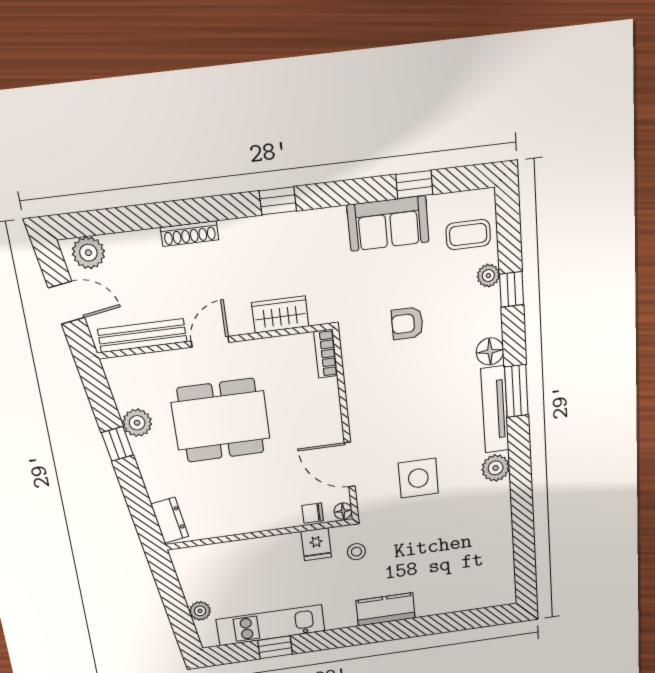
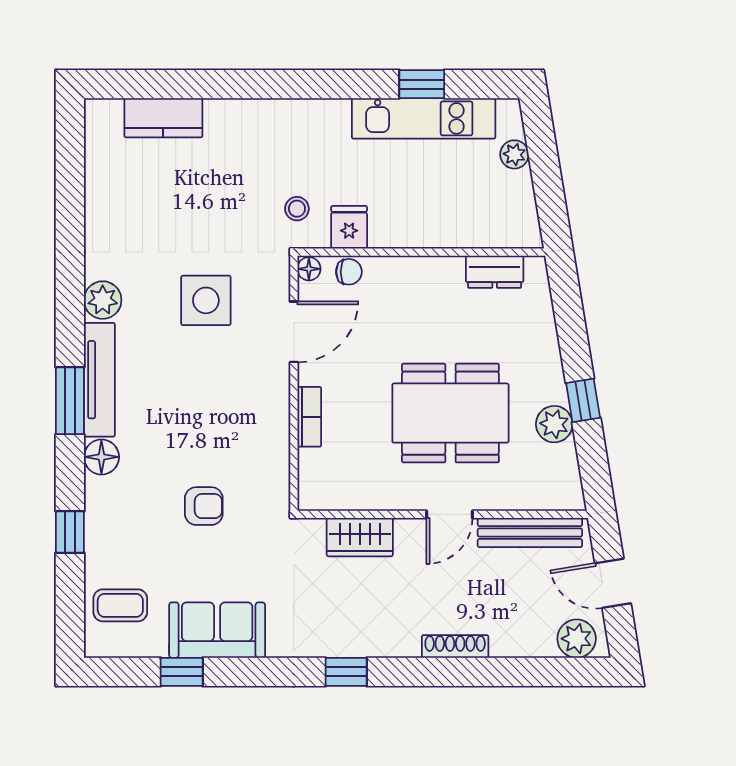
plant: (488, 276) -> (98, 553), removed
bookcase: (326, 354) -> (309, 417), moved
door: (350, 464) -> (294, 332), hinge flipped
dresser: (170, 520) -> (495, 272), moved, turned -81
kitchen counter: (386, 609) -> (163, 118), moved

